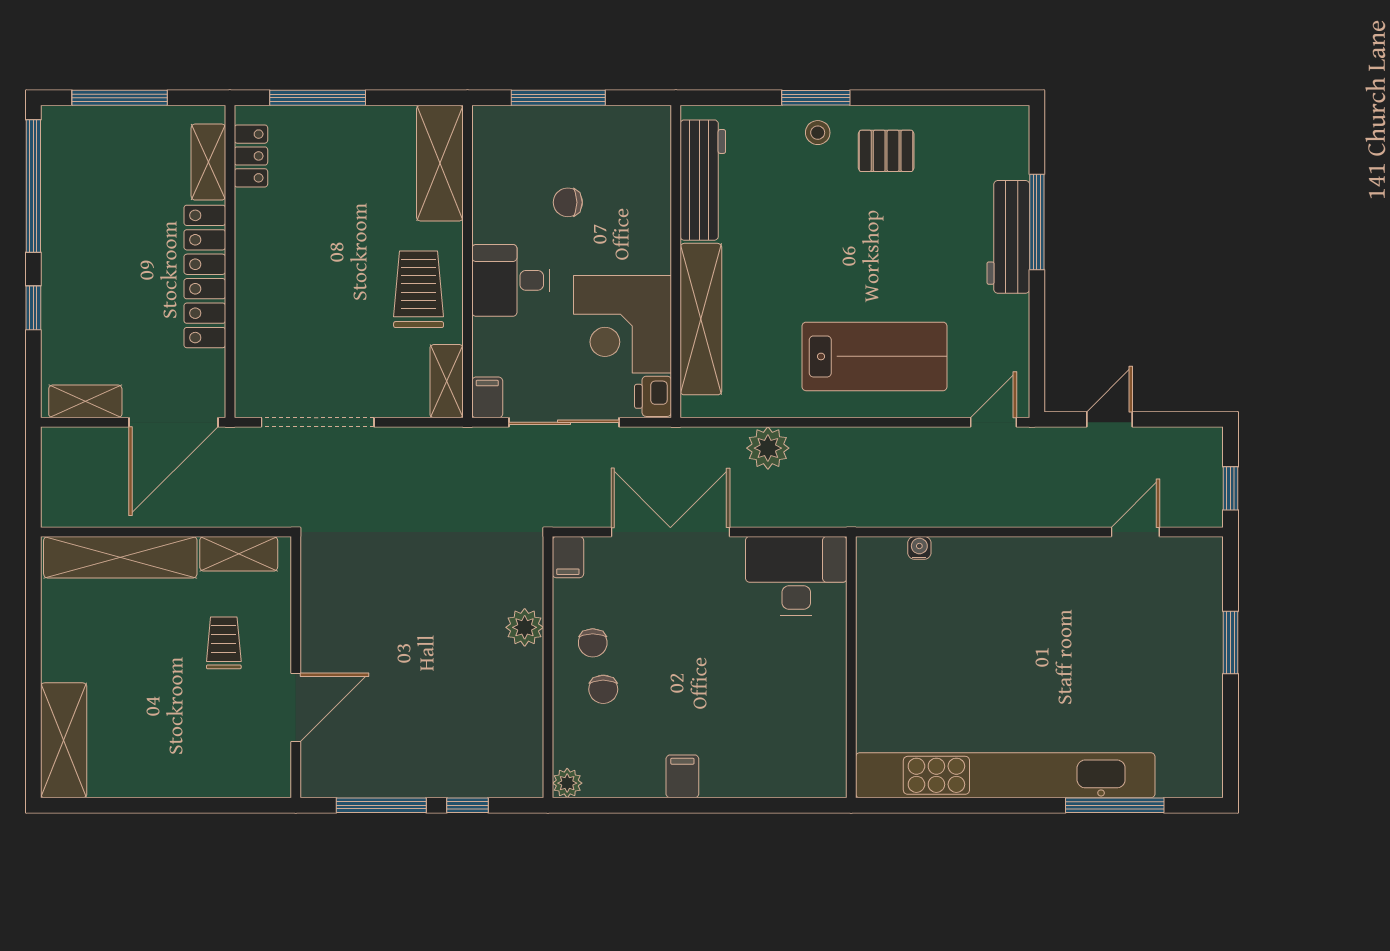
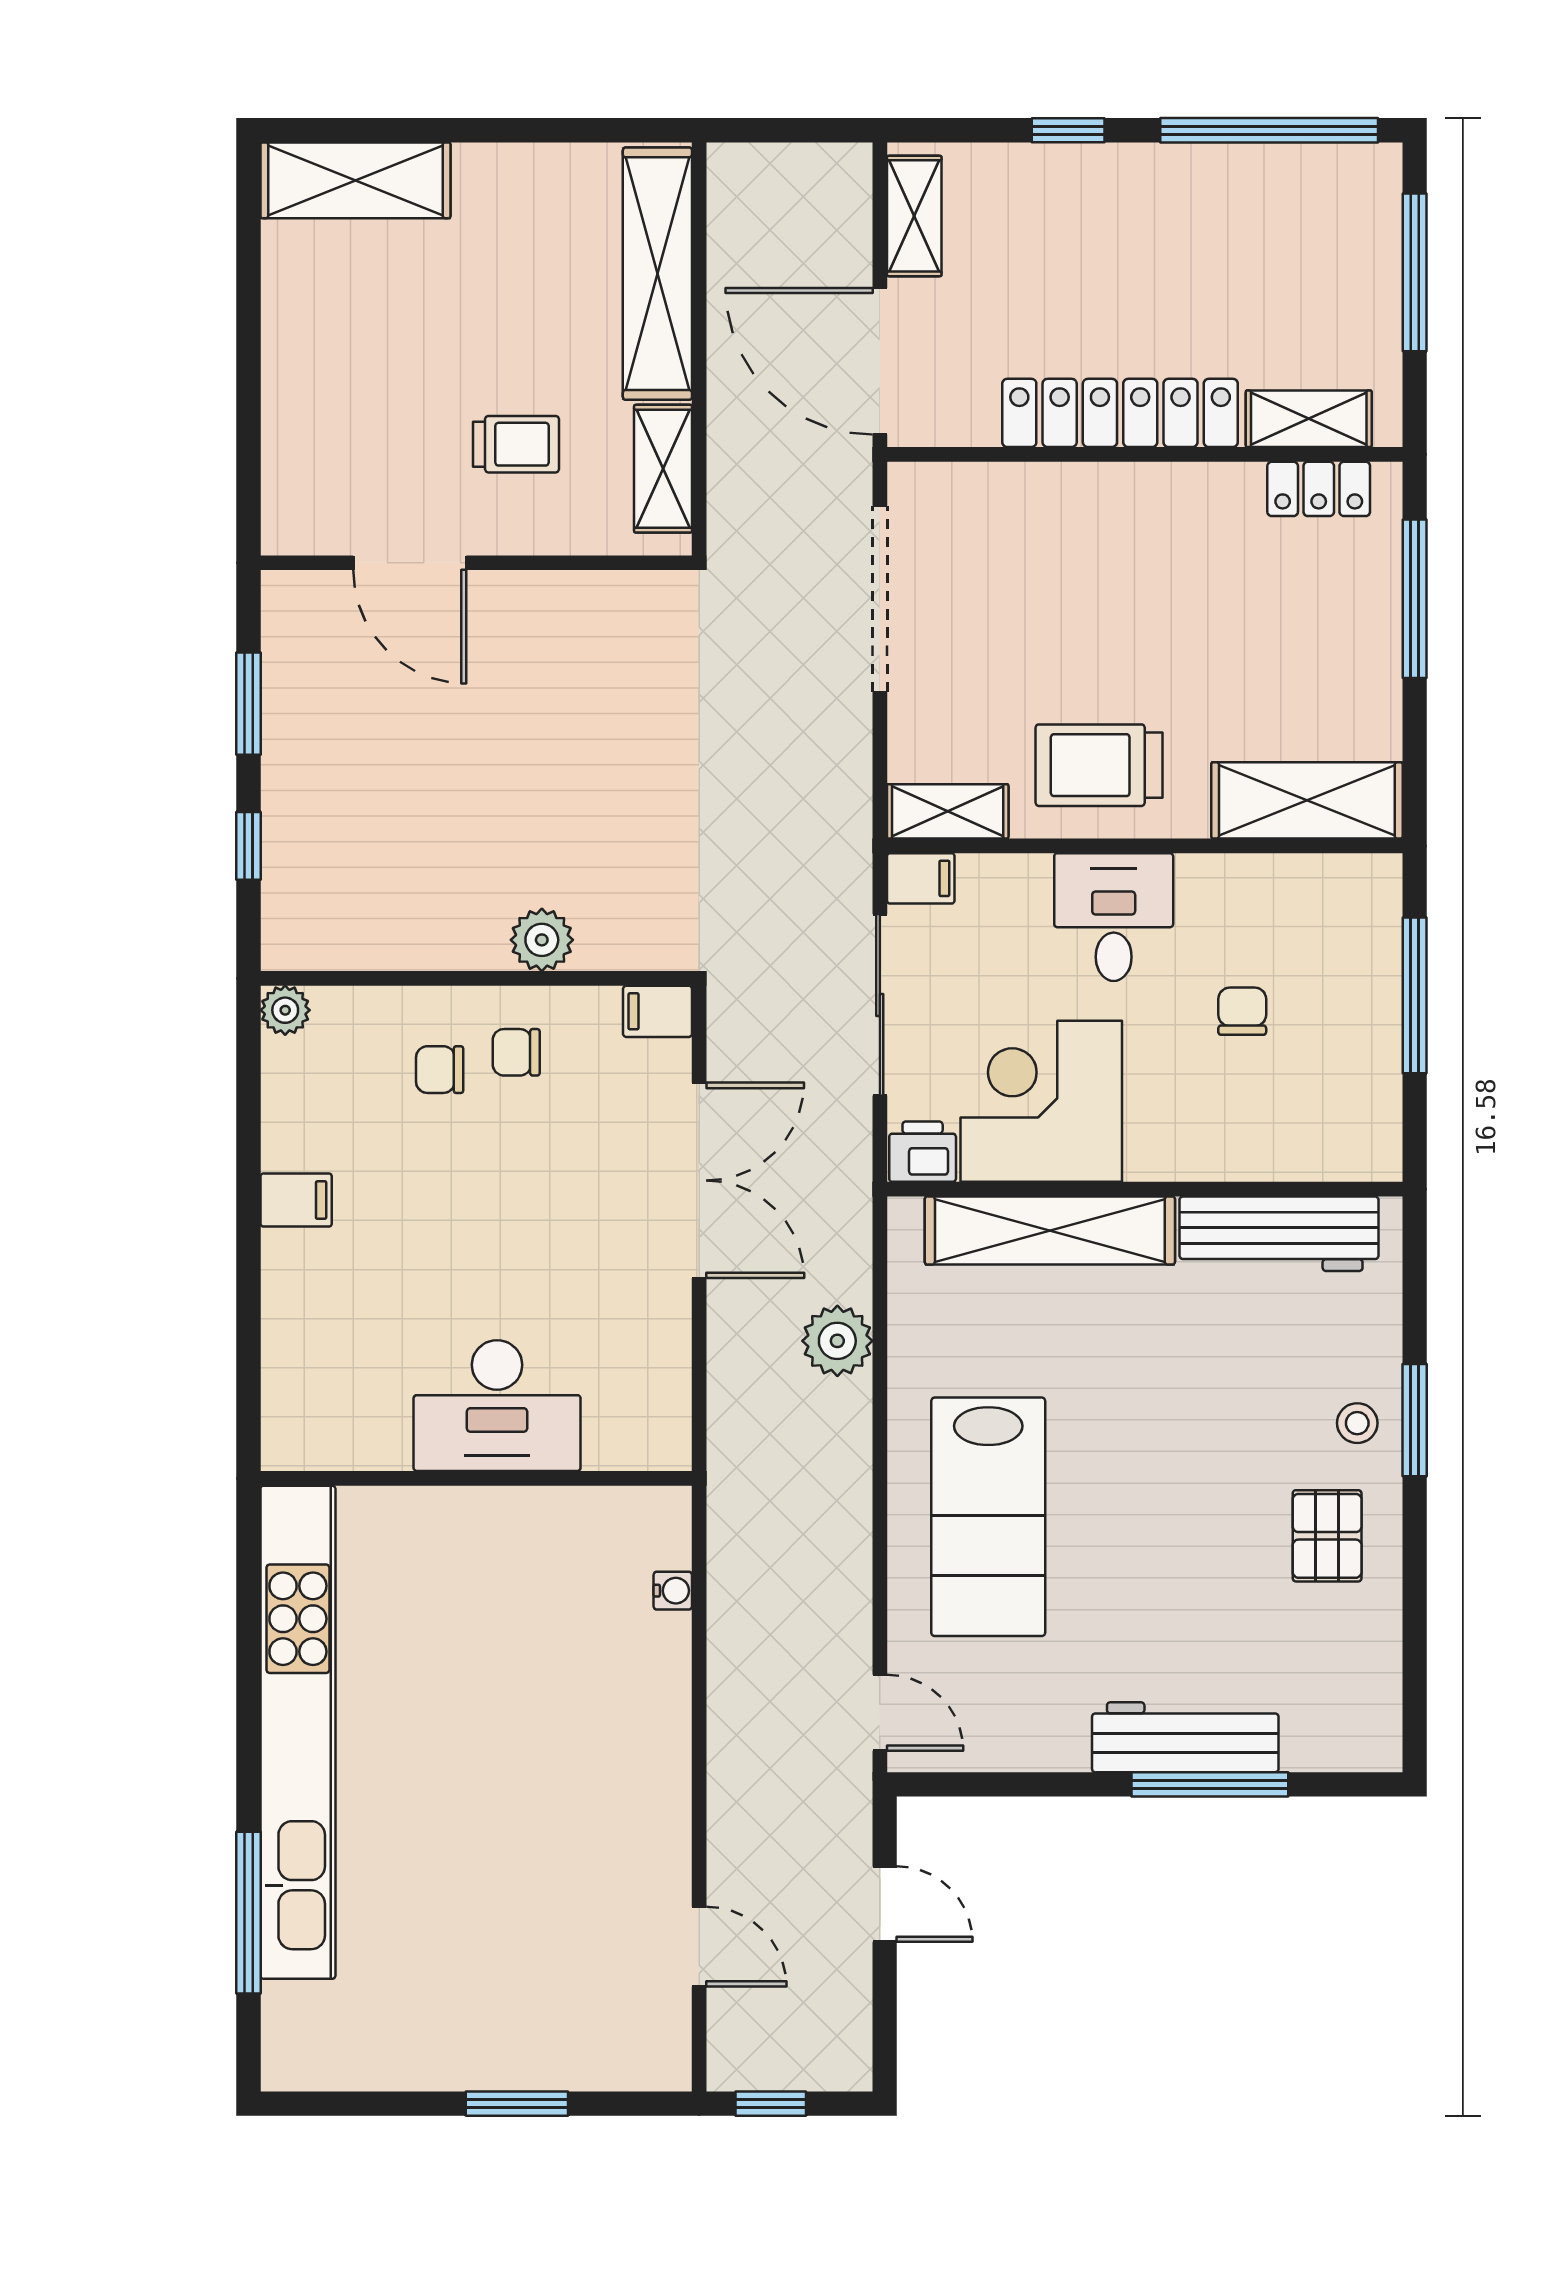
trolley: (419, 289) -> (1099, 765), turned 180
desk: (796, 576) -> (497, 1406), moved, turned 90
window: (381, 805) -> (249, 704), width x0.69

